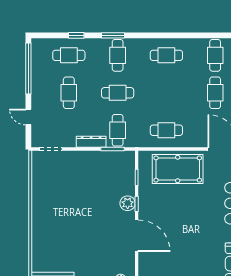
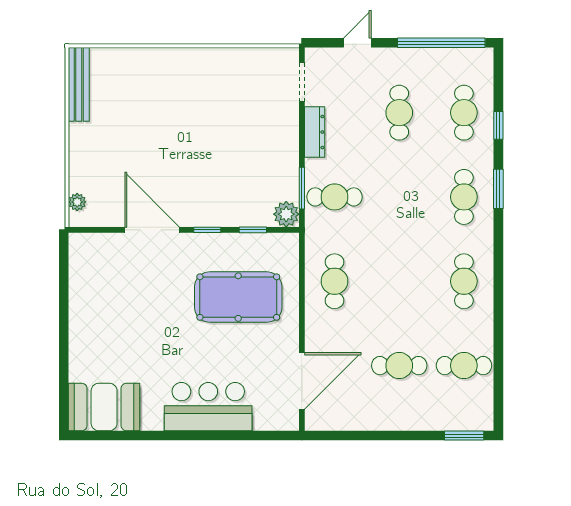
cafe table: (118, 55) -> (464, 197), turned 90
cafe table: (69, 93) -> (399, 113), turned 90
cafe table: (118, 93) -> (399, 197), removed
dresser: (91, 142) -> (315, 132), moved
pool table: (178, 169) -> (238, 297), moved, turned 90
plant: (128, 203) -> (286, 214), moved
door: (137, 236) -> (152, 230), swing flipped

